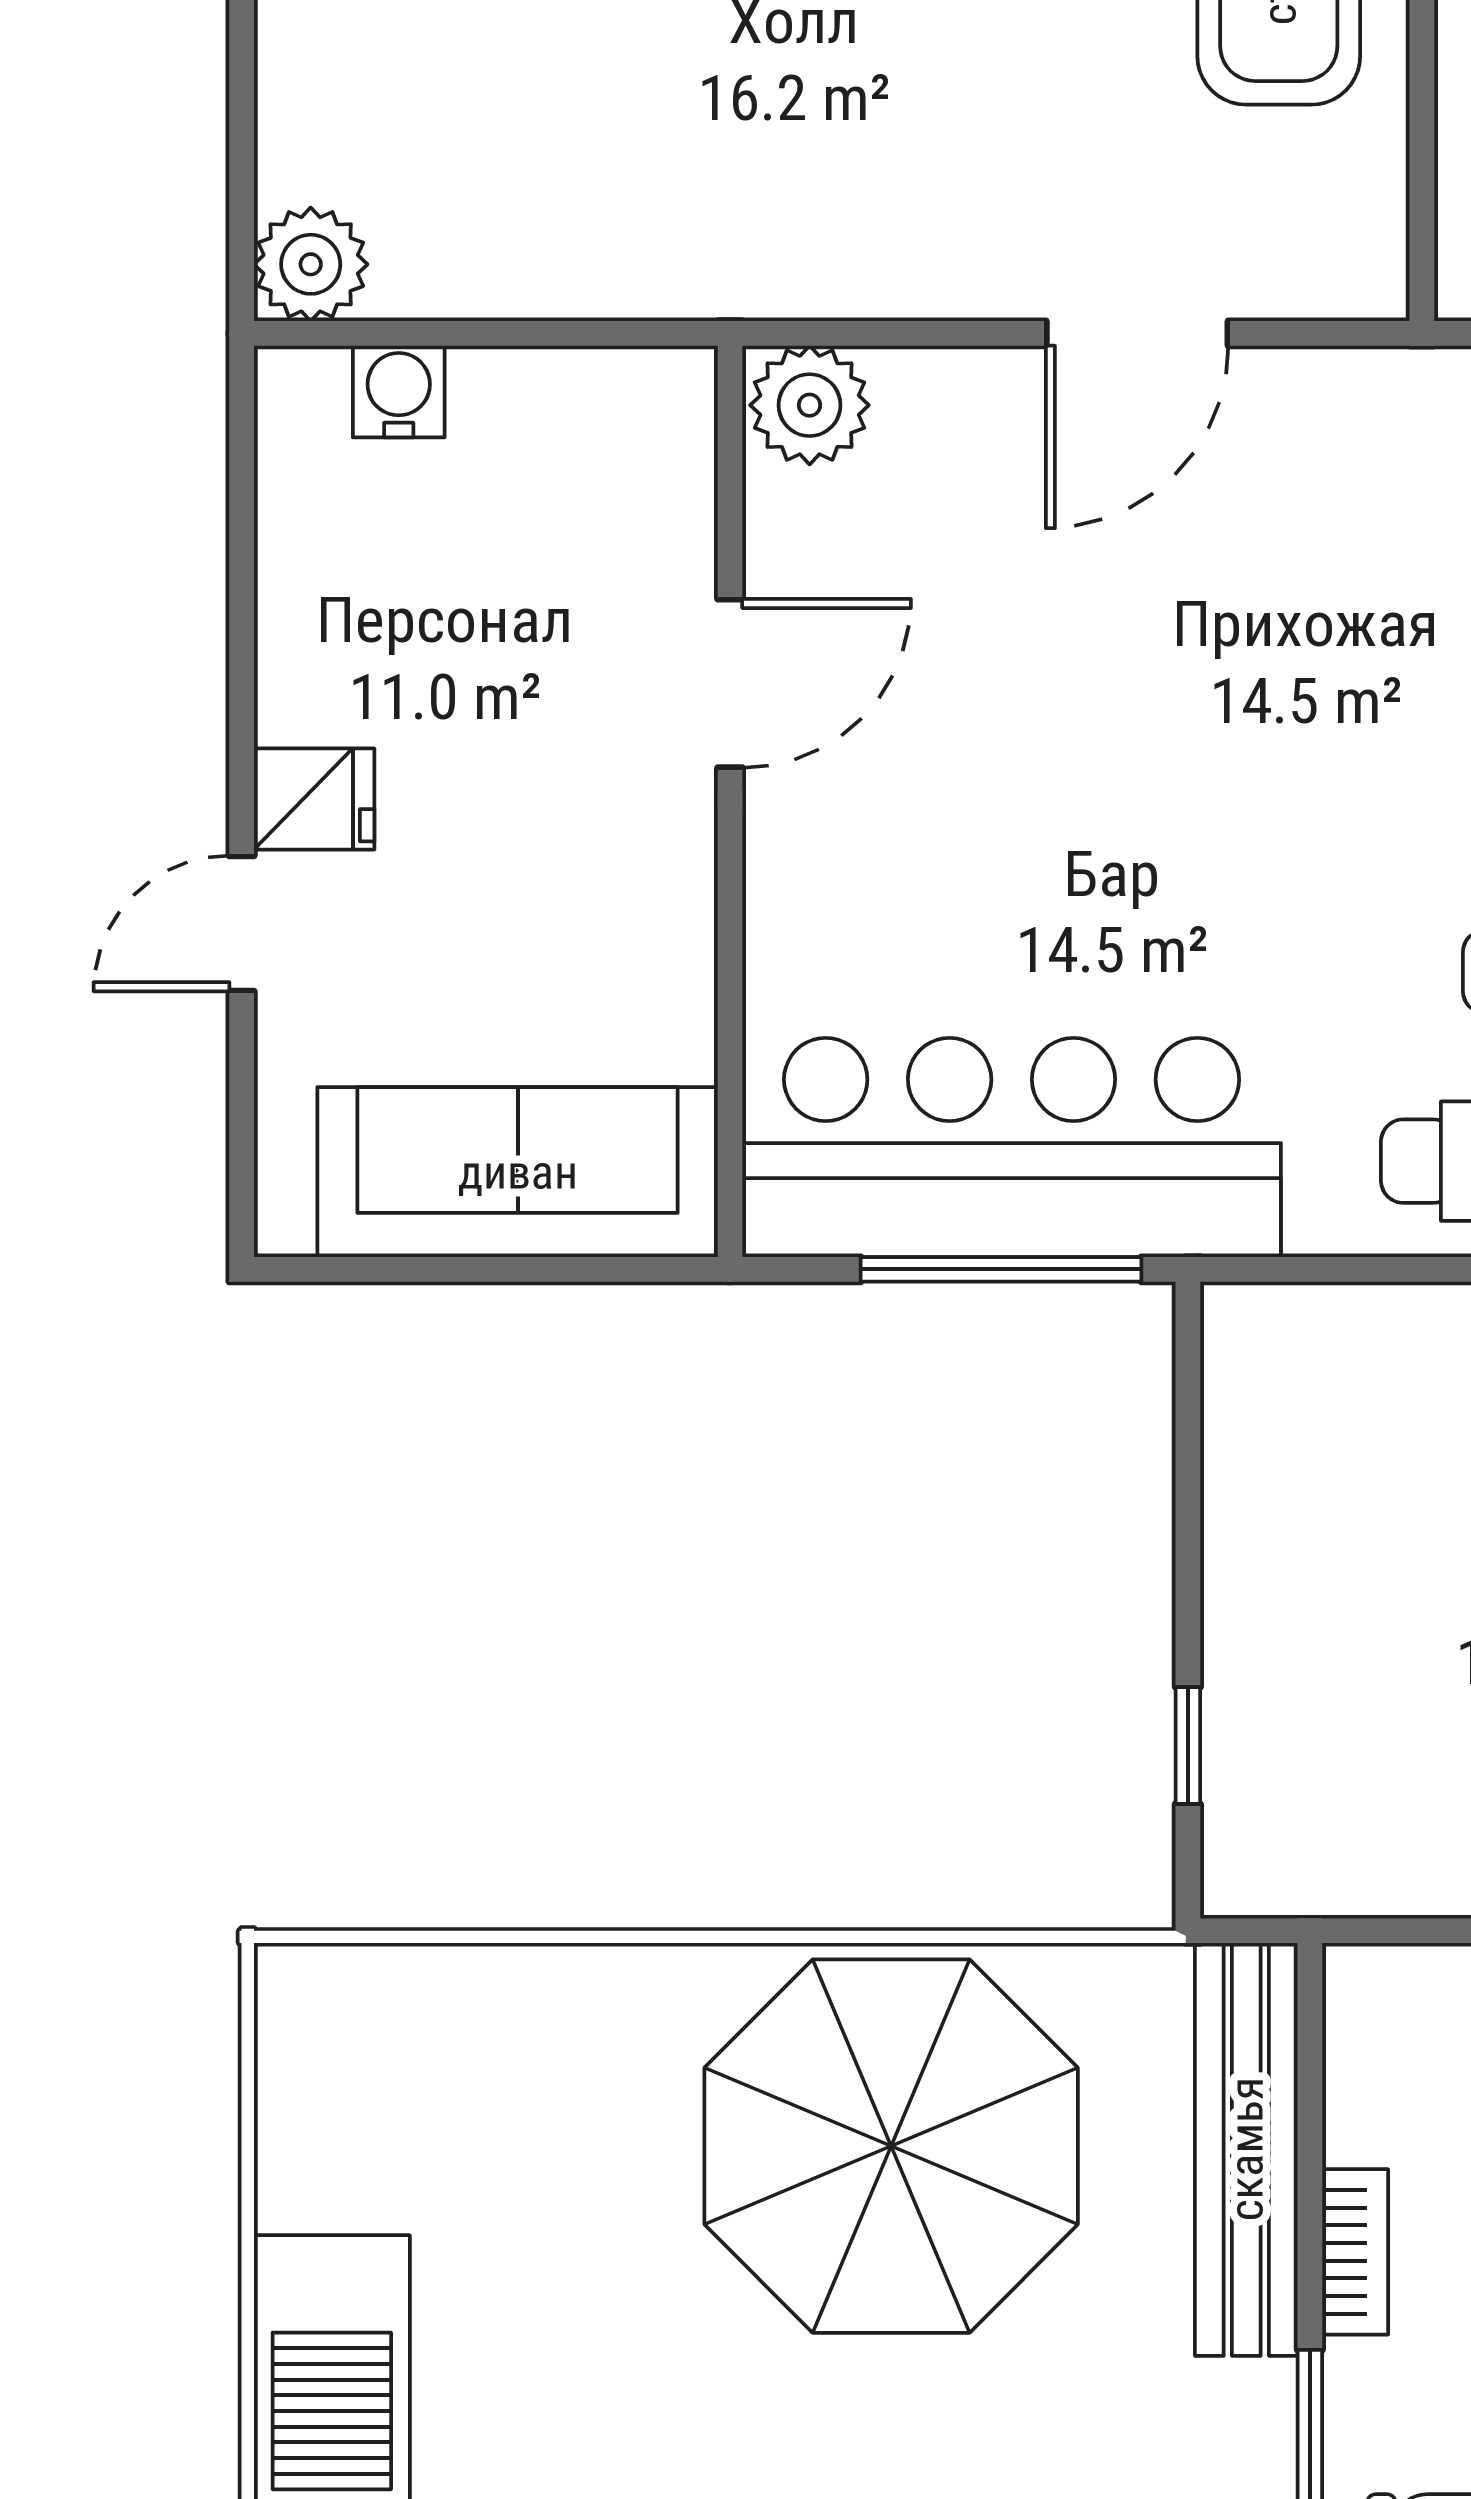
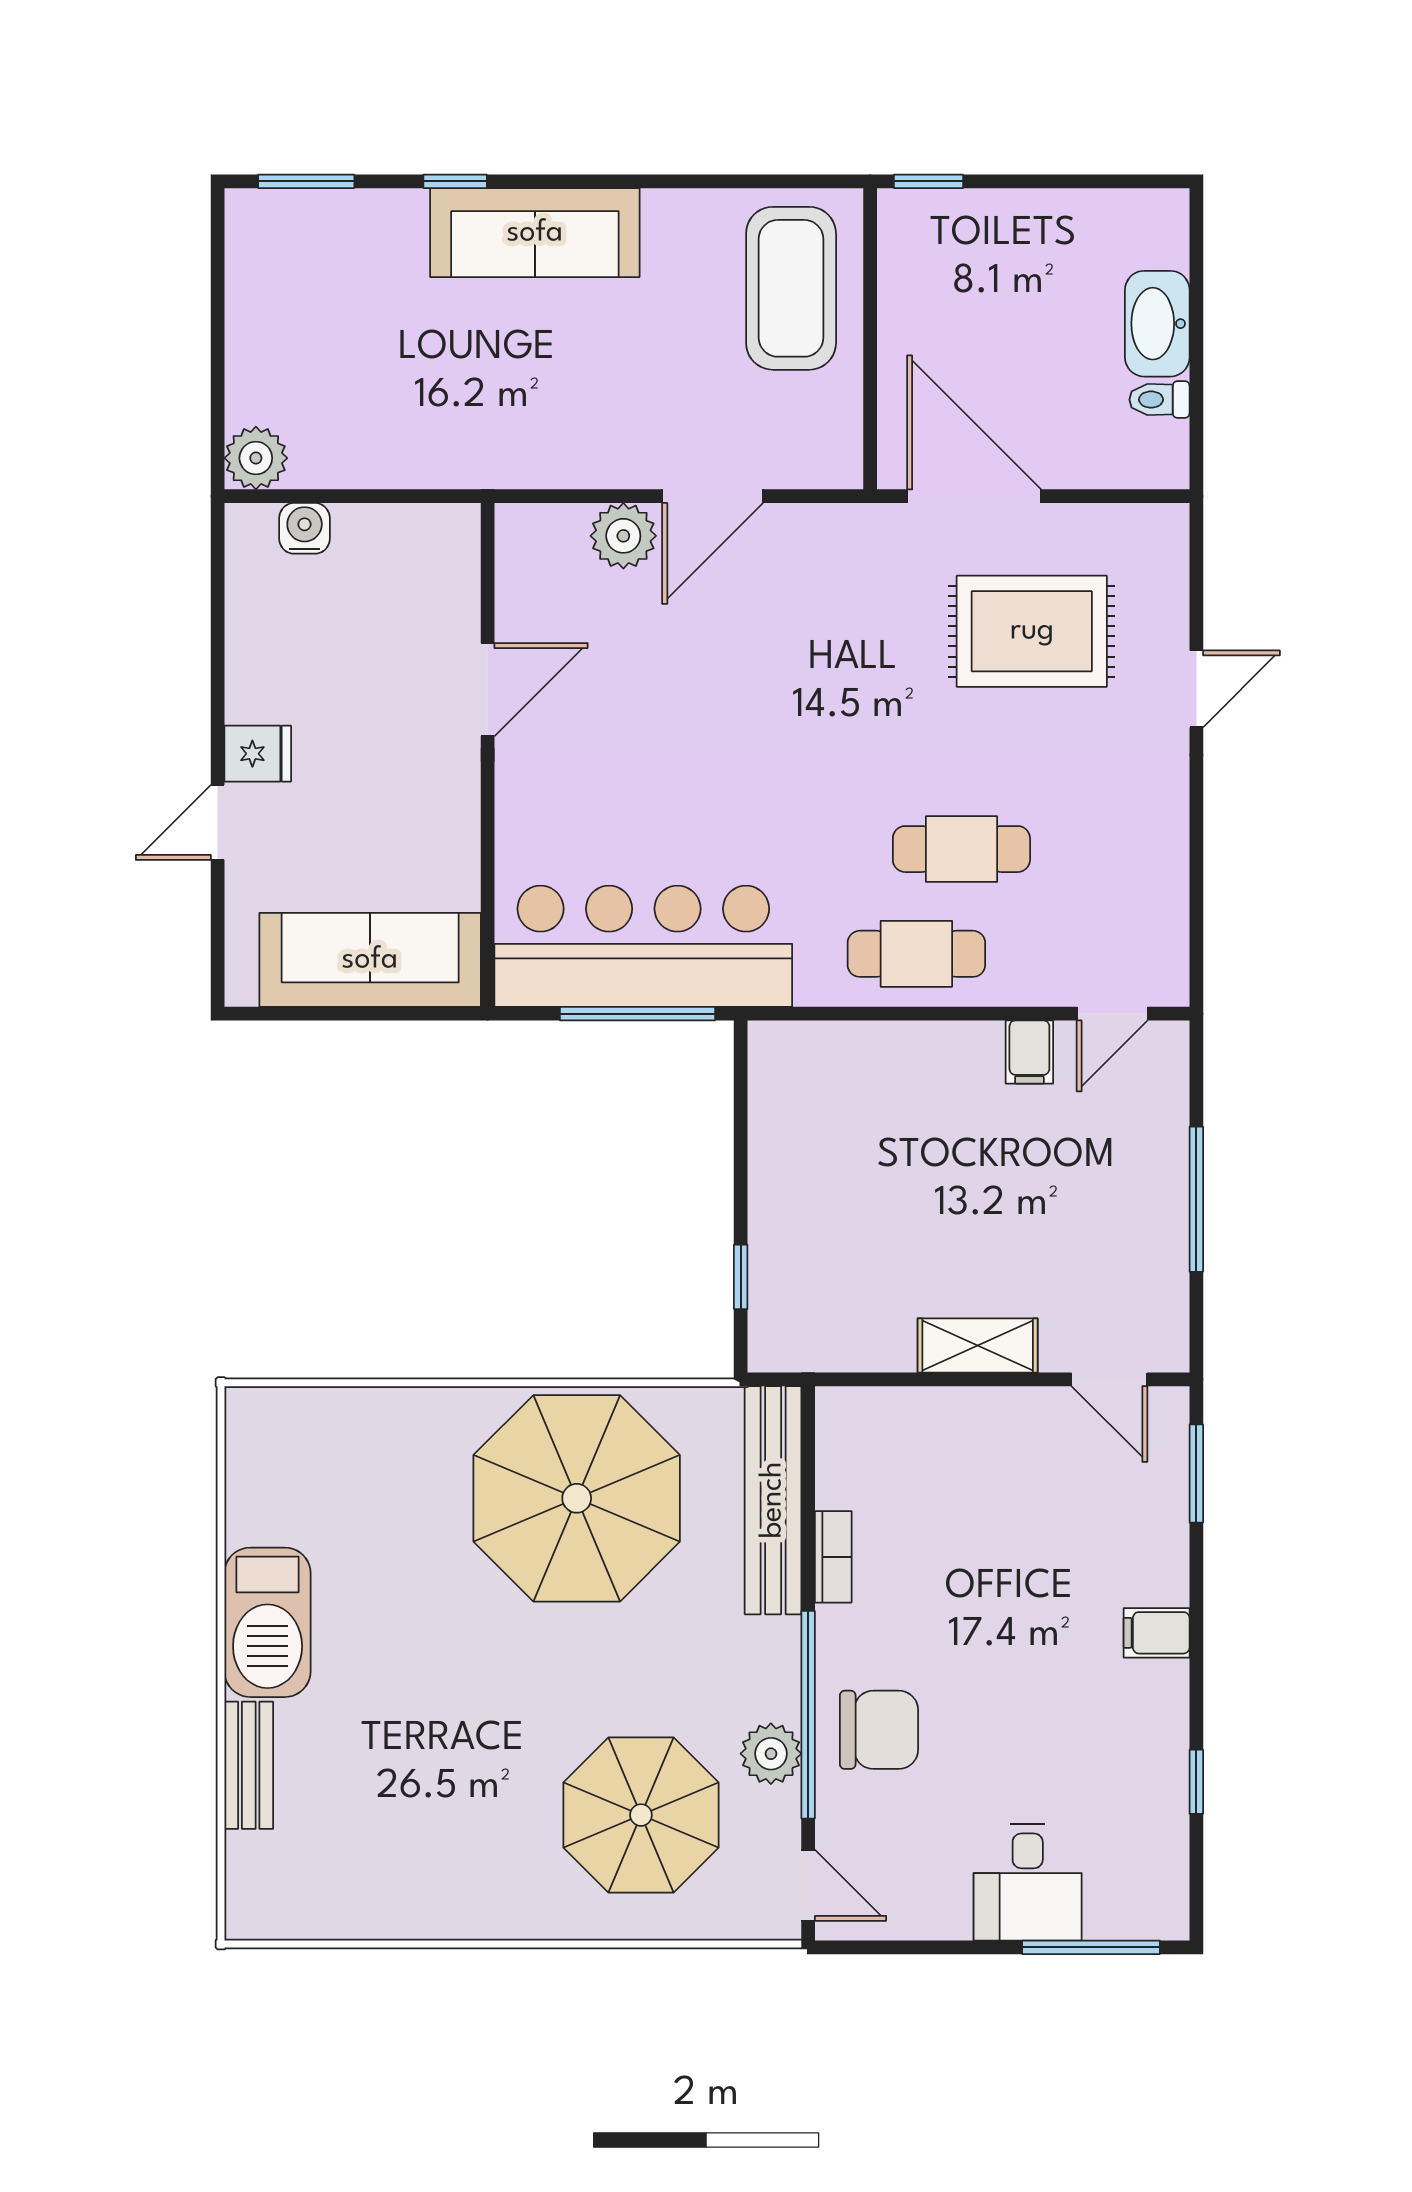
plant: (810, 405) -> (623, 536), moved

